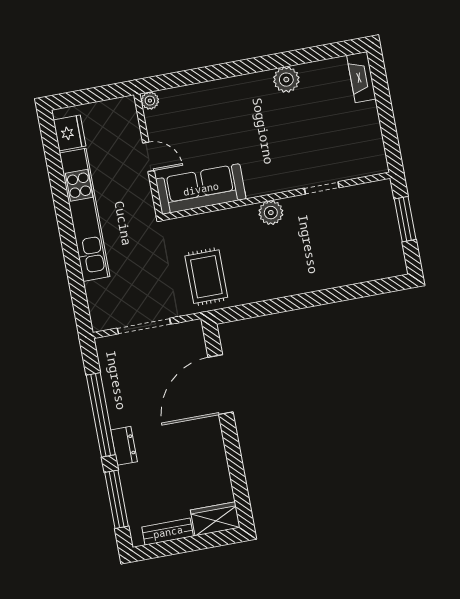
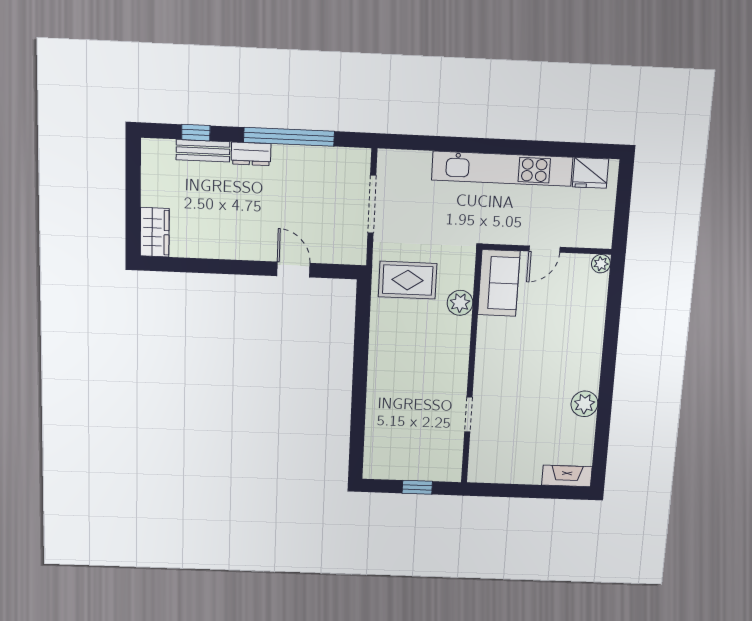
sofa: (201, 189) -> (499, 283), width x0.73
plant: (271, 213) -> (460, 303), moved
window: (405, 219) -> (417, 487), width x0.67
door: (221, 385) -> (293, 269), width x0.53
window: (116, 499) -> (196, 133), width x0.46
bench: (168, 532) -> (203, 151), moved, turned 90

